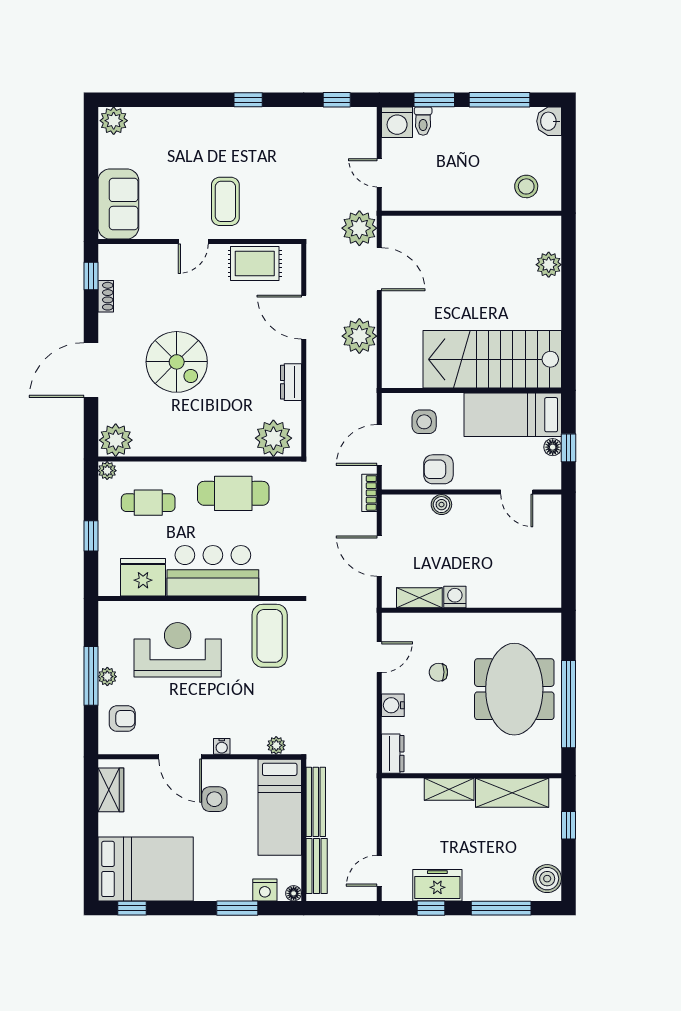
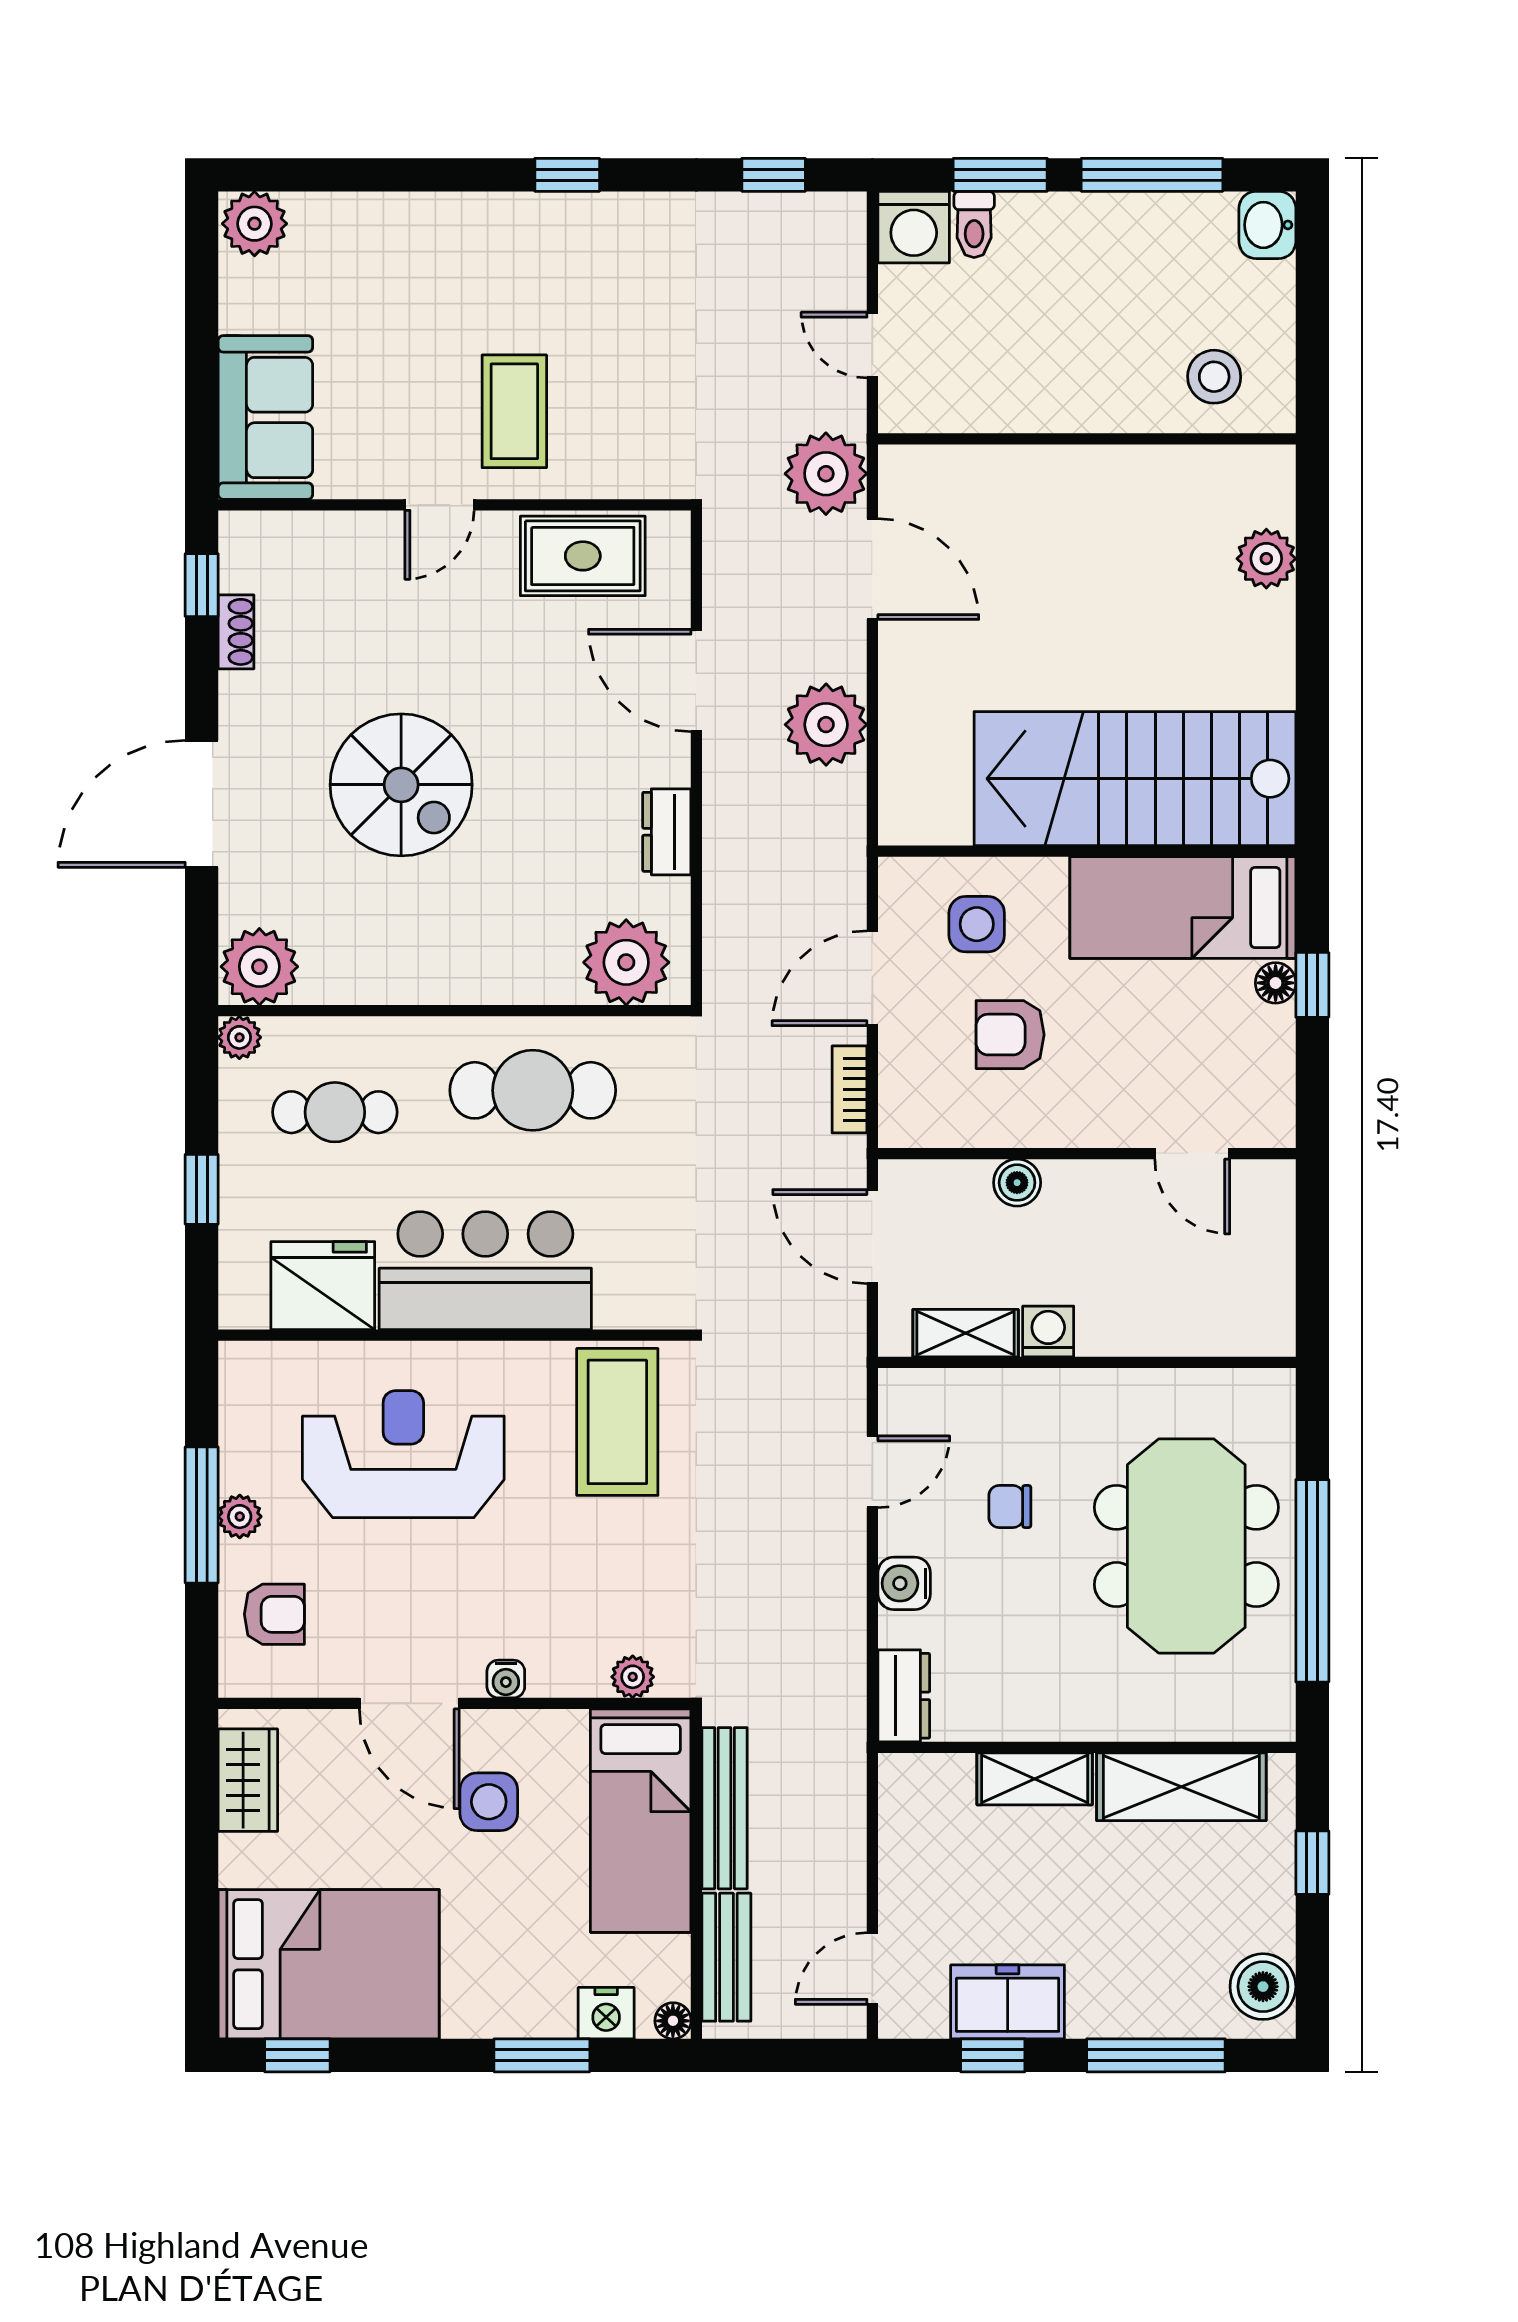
wall: (472, 492) -> (1087, 1154), moved
door: (517, 492) -> (1192, 1154), moved
boiler: (441, 505) -> (1017, 1183), moved

